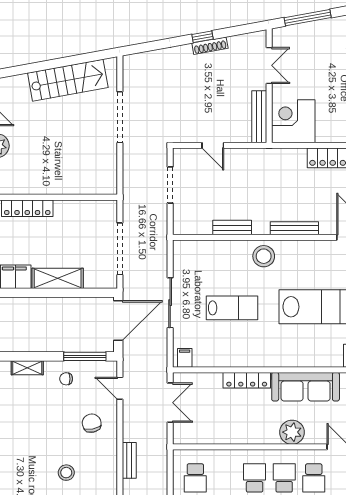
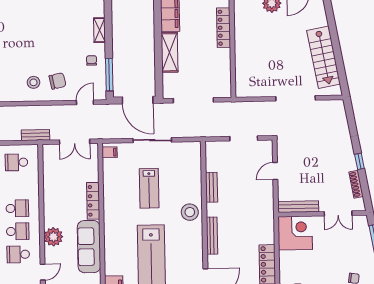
shoe rack: (210, 46) -> (356, 184), moved
bench: (129, 460) -> (35, 135), moved
stool: (66, 473) -> (33, 82), moved

